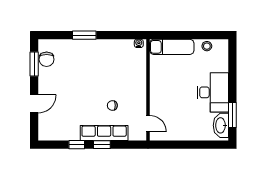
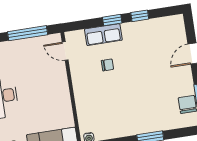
row of seats: (104, 133) -> (103, 35), width x0.68
window: (179, 145) -> (28, 33), added

